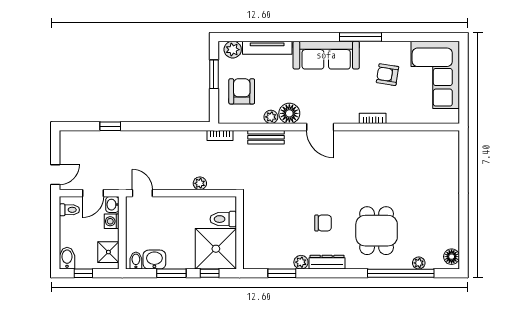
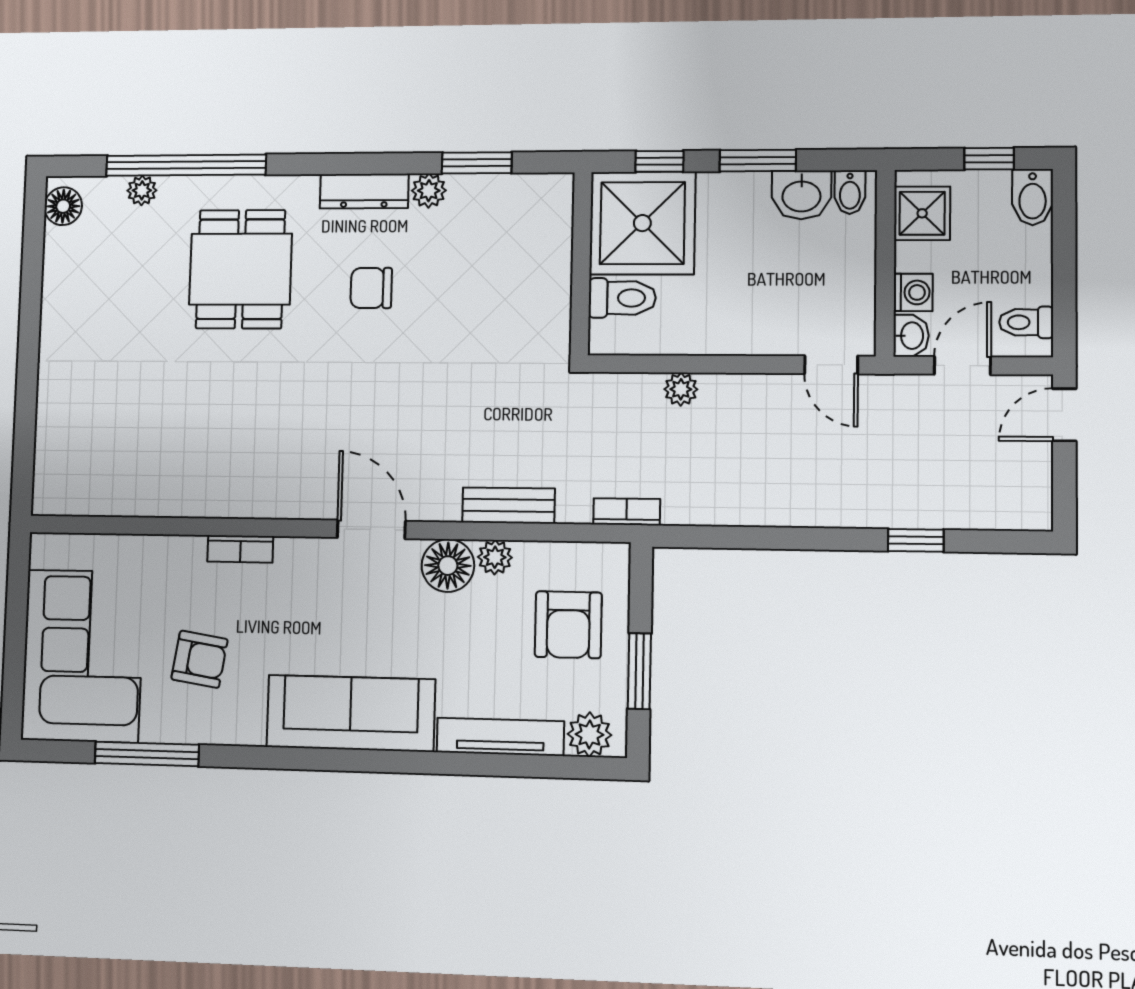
window: (360, 37) -> (147, 754), moved

